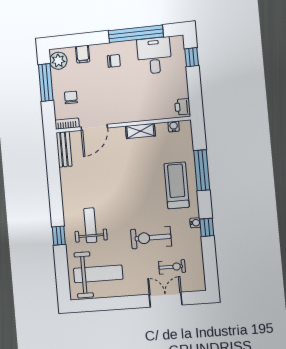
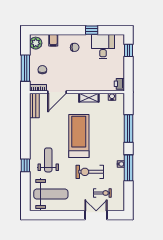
window: (136, 34) -> (92, 30), width x0.32
window: (46, 82) -> (25, 68), moved
treadmill: (177, 185) -> (79, 136), moved, width x1.37, depth x1.38
window: (207, 227) -> (128, 168), width x2.17

